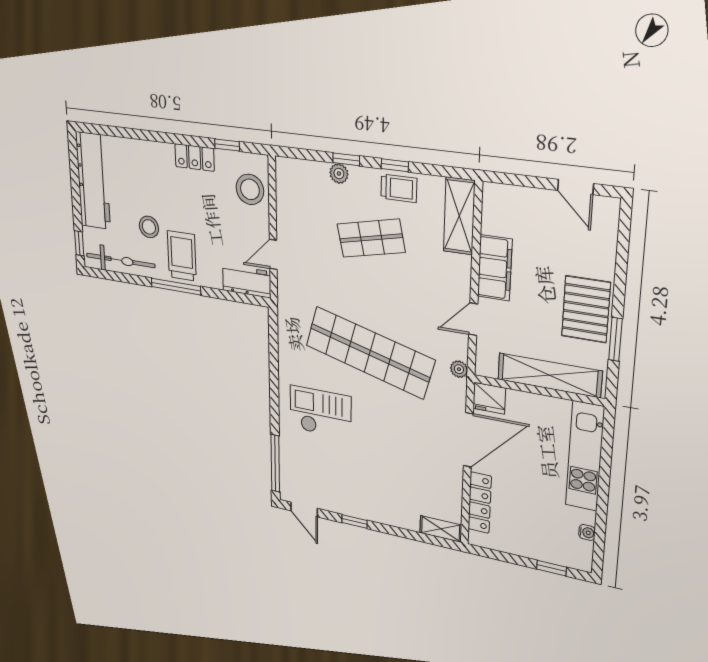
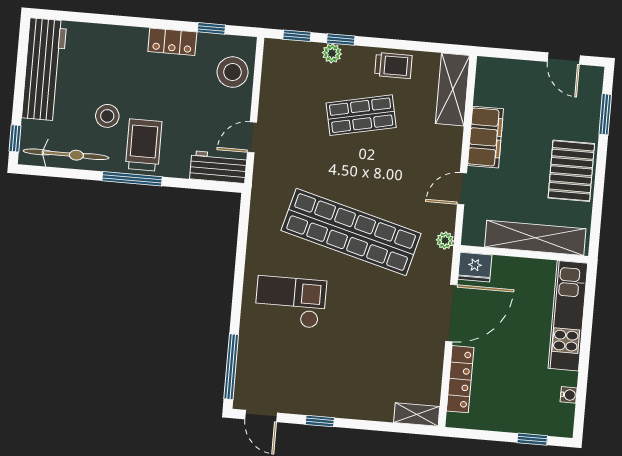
window: (395, 165) -> (297, 36), moved
window: (615, 339) -> (605, 114), moved

